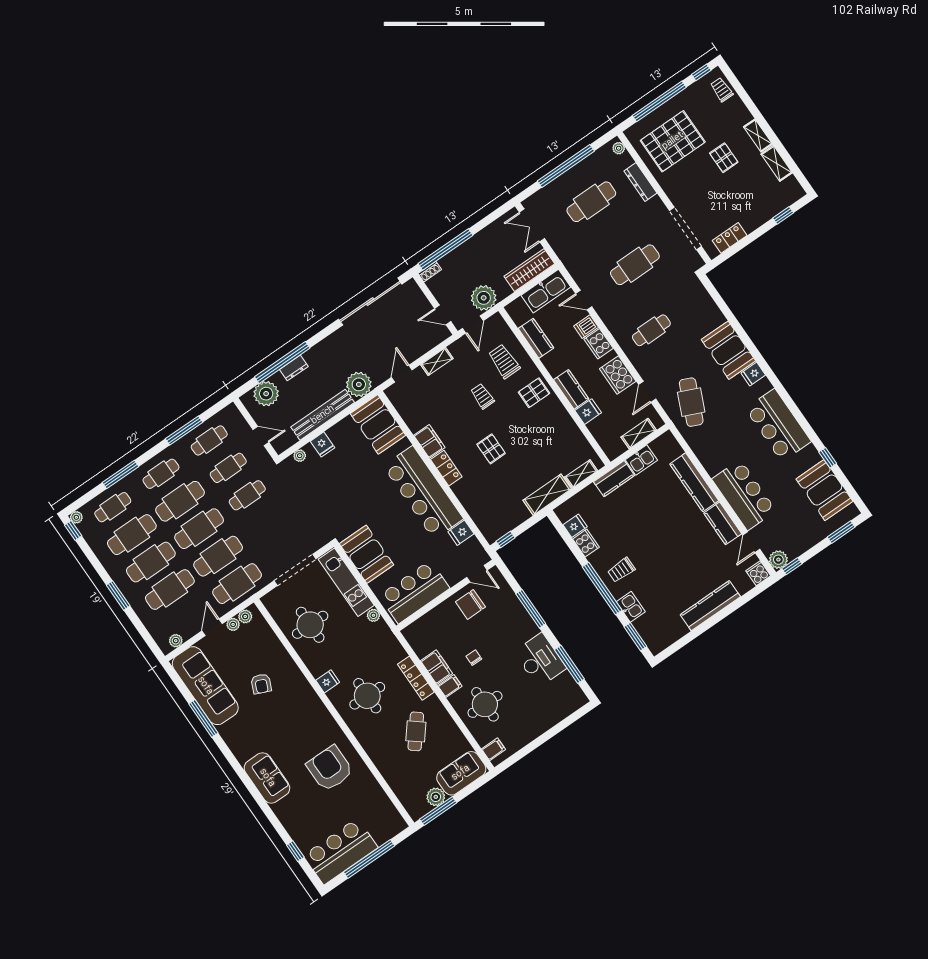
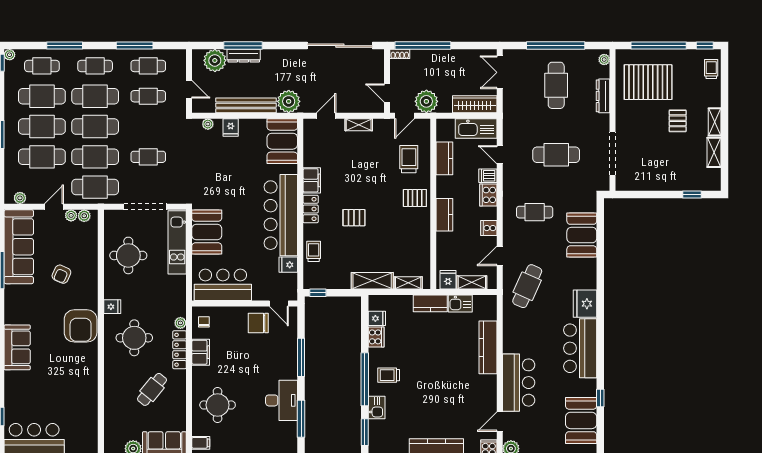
cafe table: (591, 202) -> (556, 85), turned 90
locker: (730, 238) -> (641, 184), removed
booth: (728, 350) -> (582, 235), moved
window: (282, 362) -> (243, 46), width x0.68
dresser: (294, 368) -> (244, 56), width x1.44
fridge: (753, 374) -> (585, 304), width x1.88, depth x1.34
cooker: (618, 375) -> (489, 228), width x0.53, depth x0.76
trolley: (482, 396) -> (314, 251), moved
fridge: (588, 412) -> (448, 280), moved, turned -90
pallet: (491, 449) -> (354, 218), turned 90
cafe table: (247, 495) -> (148, 157), moved
kitchen counter: (723, 523) -> (488, 393), removed
plant: (373, 615) -> (180, 323), moved
chair: (474, 658) -> (204, 322), moved
filing cabinet: (450, 686) -> (201, 373), removed
armchair: (330, 768) -> (81, 326), moved, turned 180

